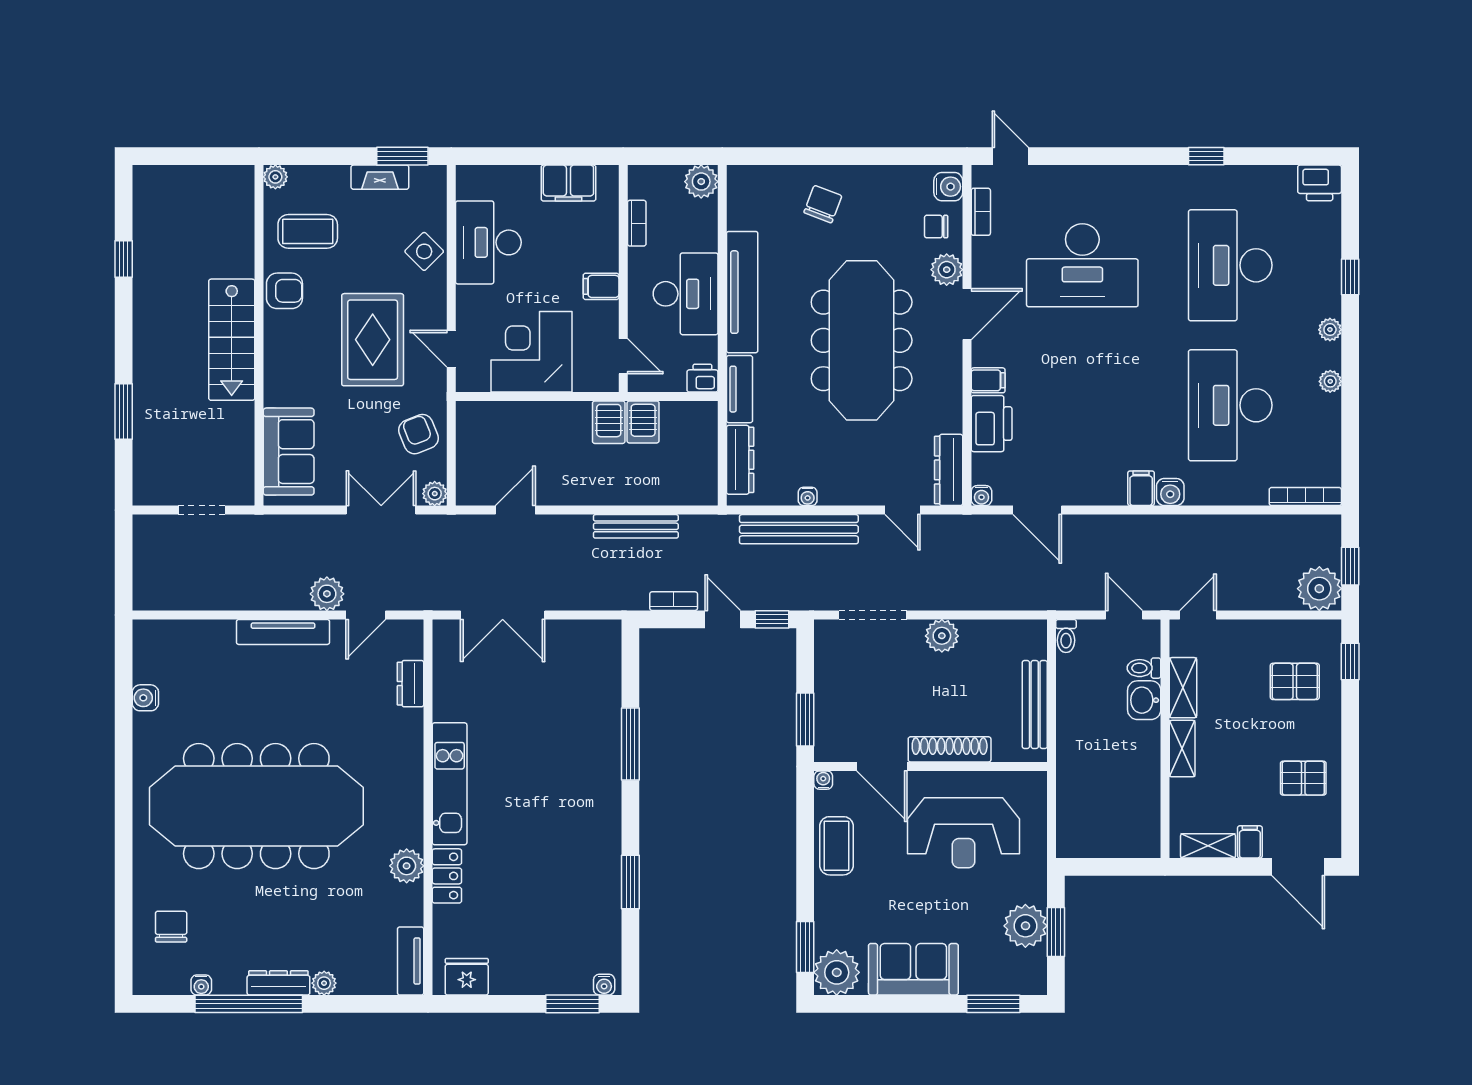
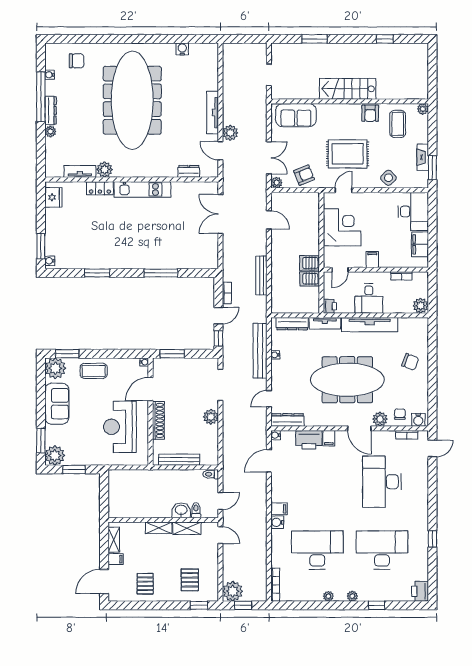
desk: (488, 242) -> (413, 211), moved, turned 90
desk: (686, 294) -> (369, 298), width x0.73
coffee table: (836, 846) -> (94, 371), moved
plant: (1025, 926) -> (55, 455), moved
tv unit: (411, 961) -> (80, 171), moved

